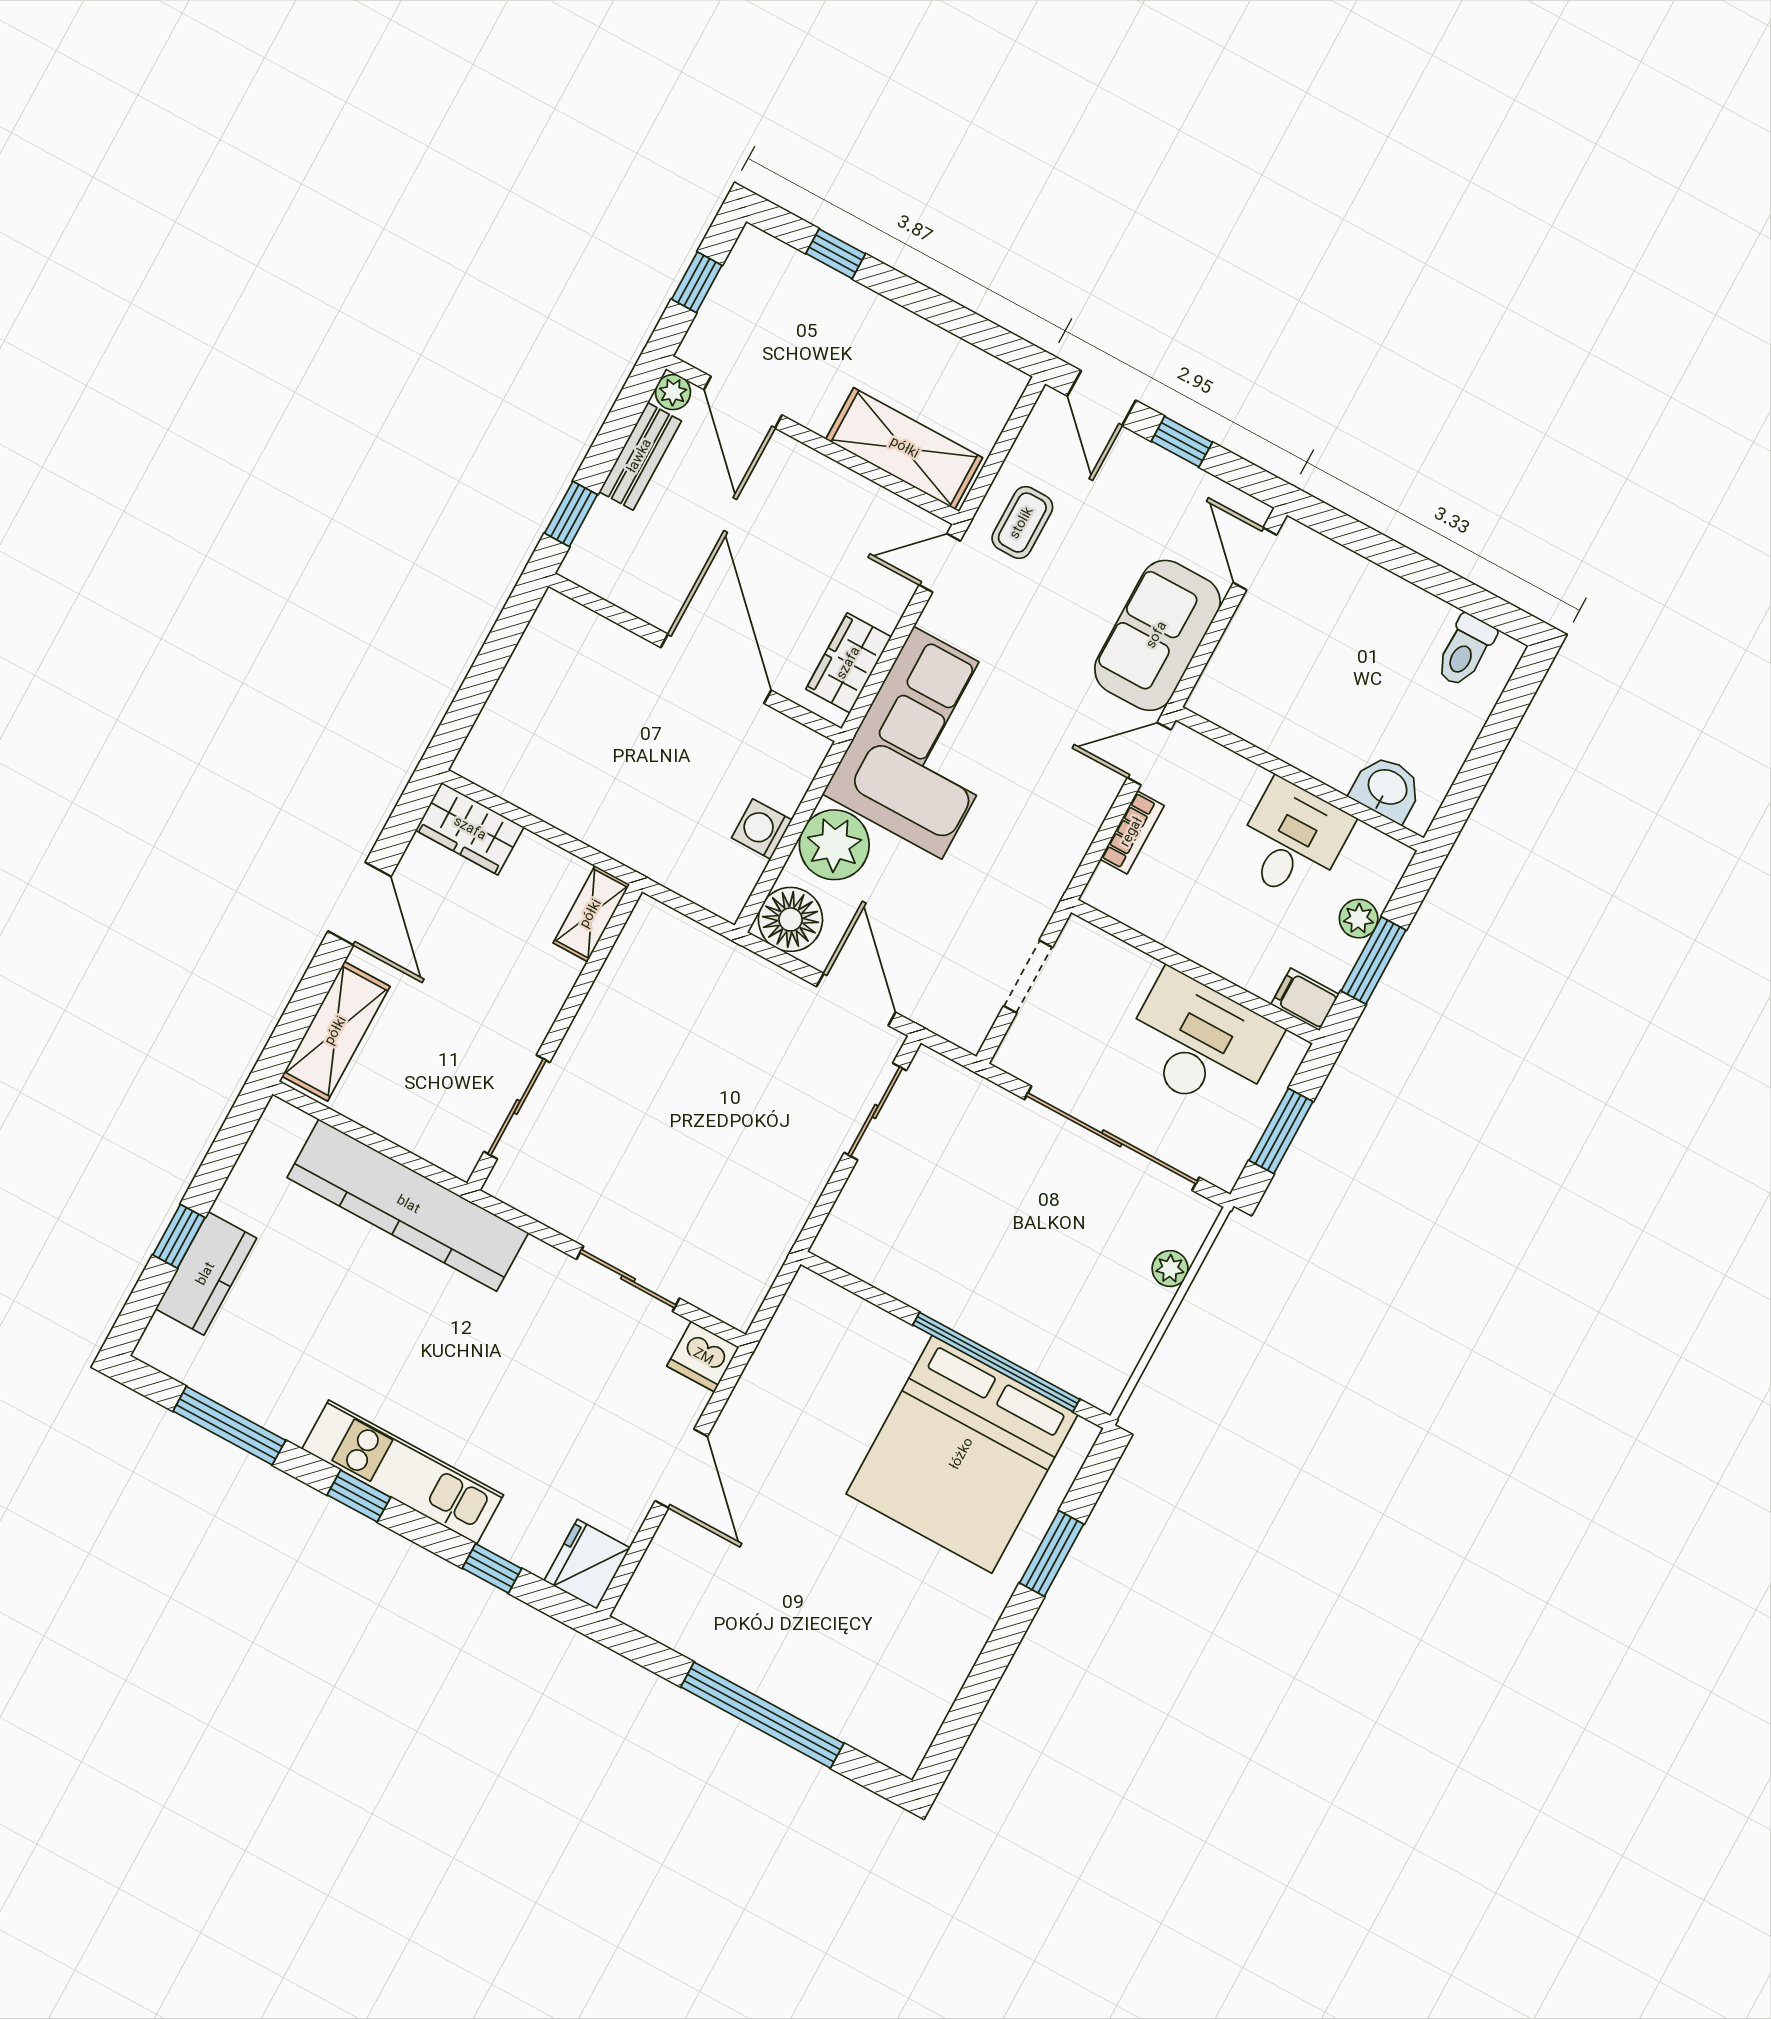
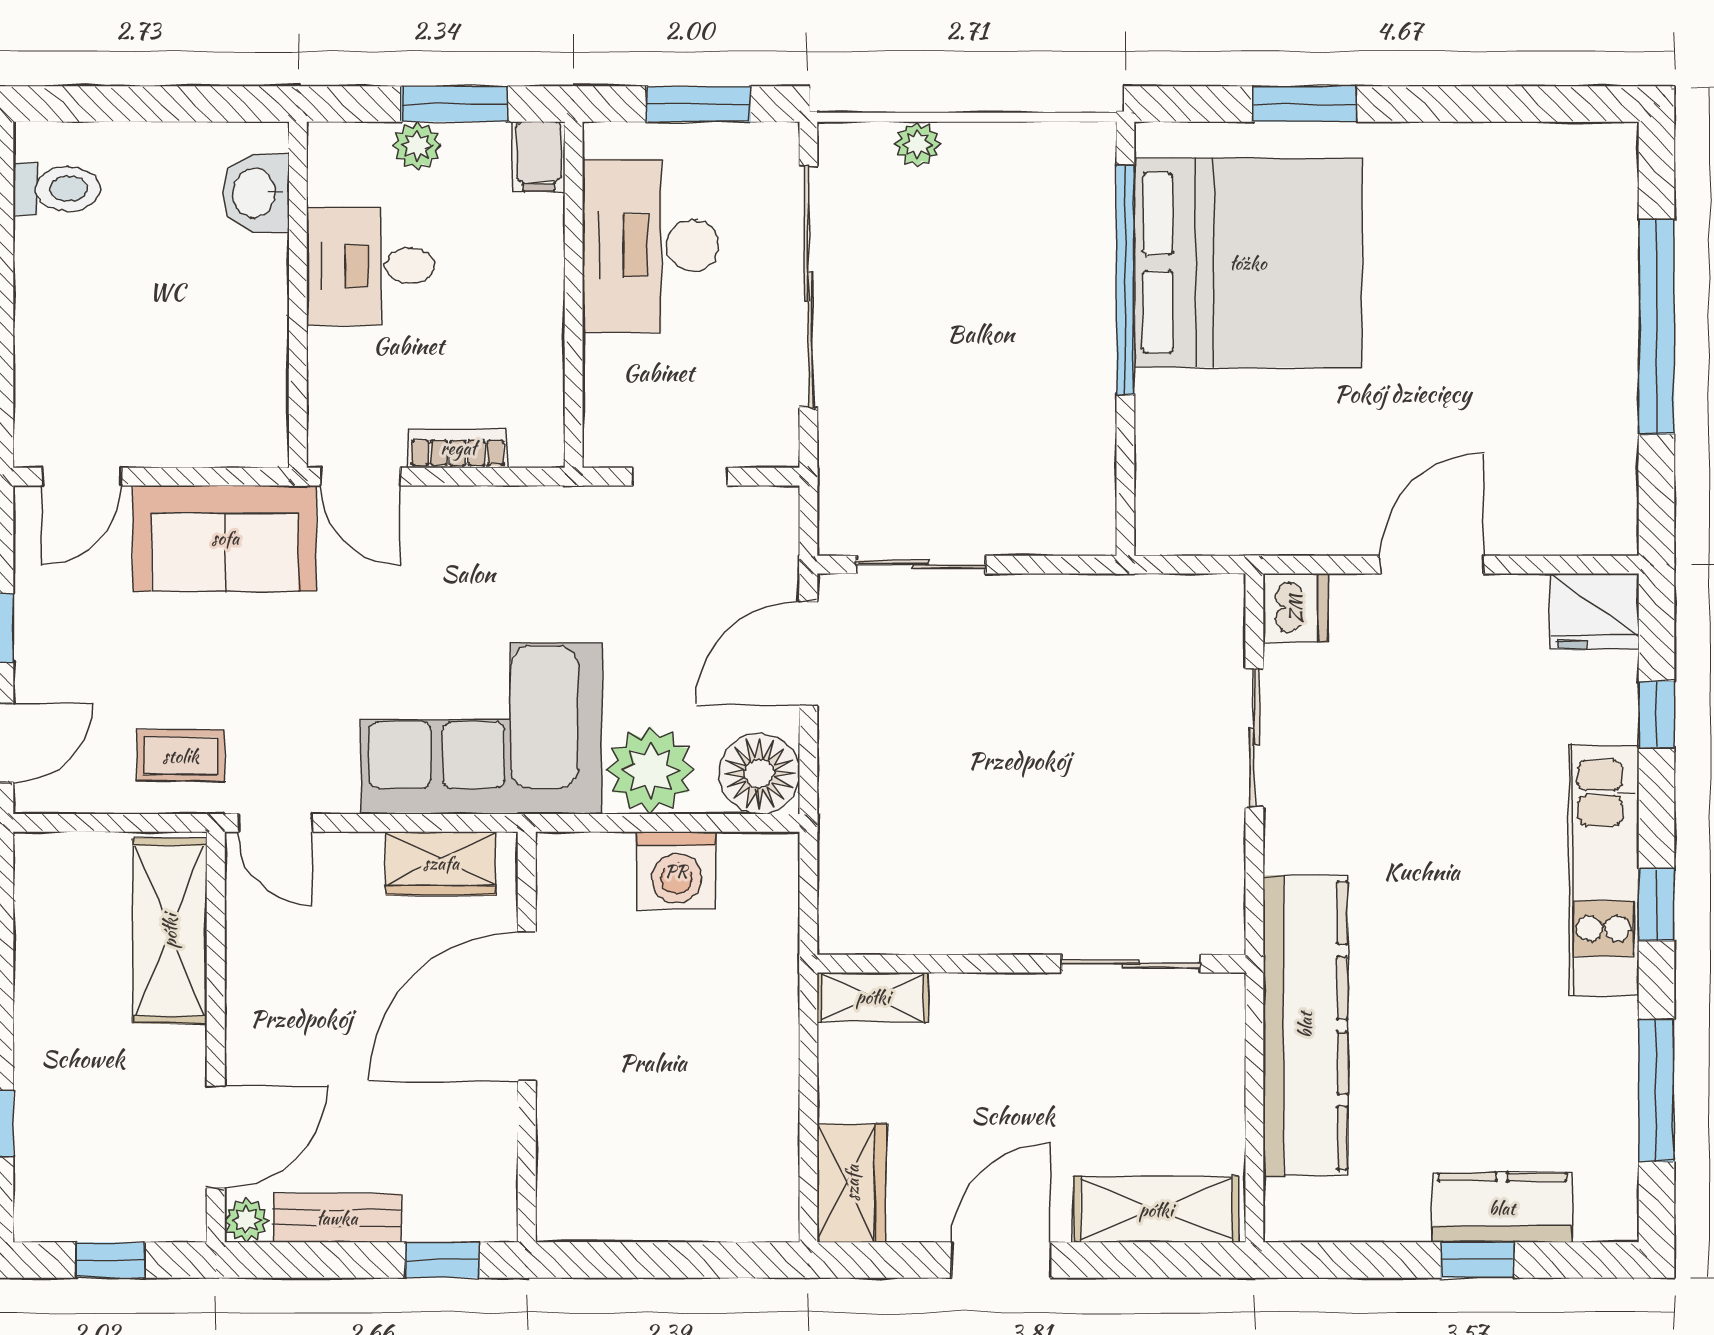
washing machine: (762, 829) -> (676, 871), width x1.38, depth x1.38

